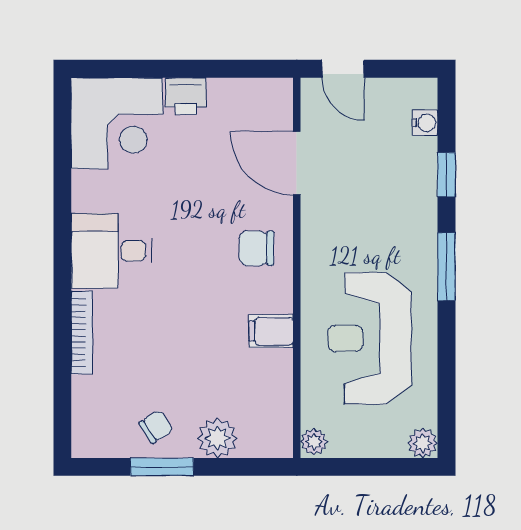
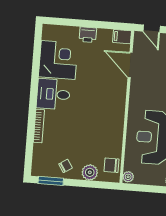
corner desk: (117, 123) -> (58, 60), moved, turned -90
chair: (257, 248) -> (111, 165), moved
filing cabinet: (271, 331) -> (122, 37), moved
window: (162, 467) -> (51, 181), moved

